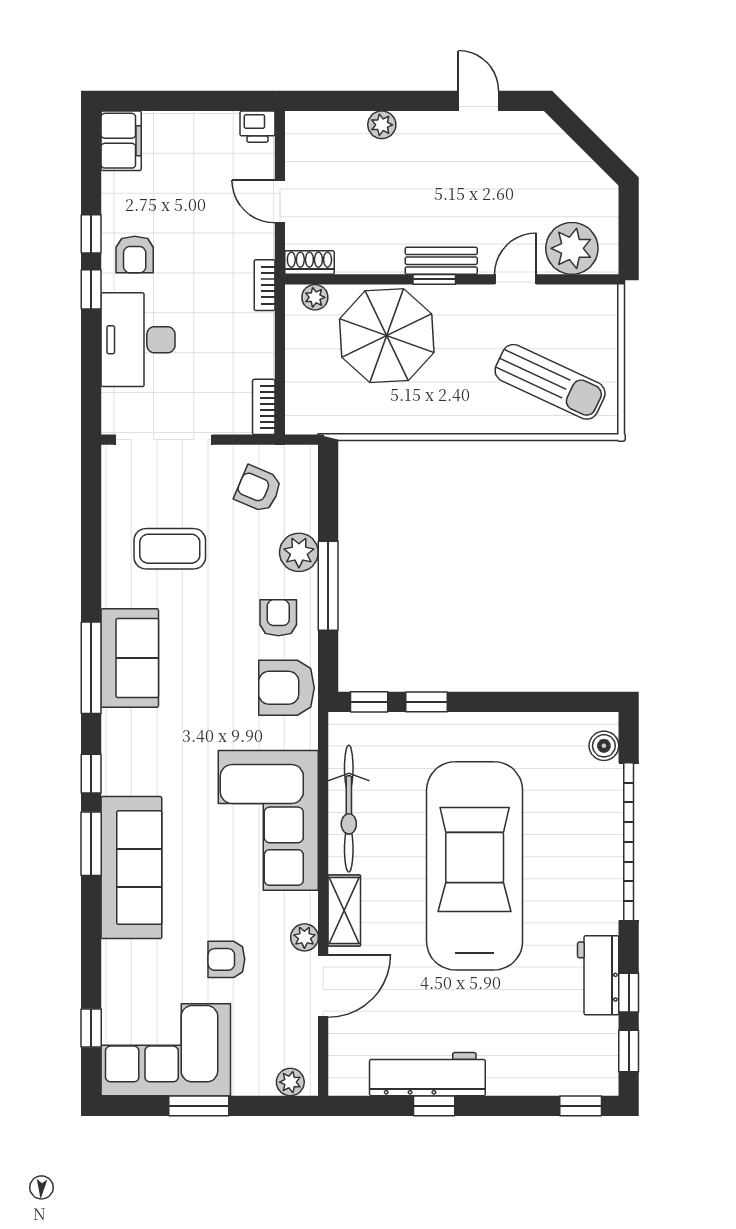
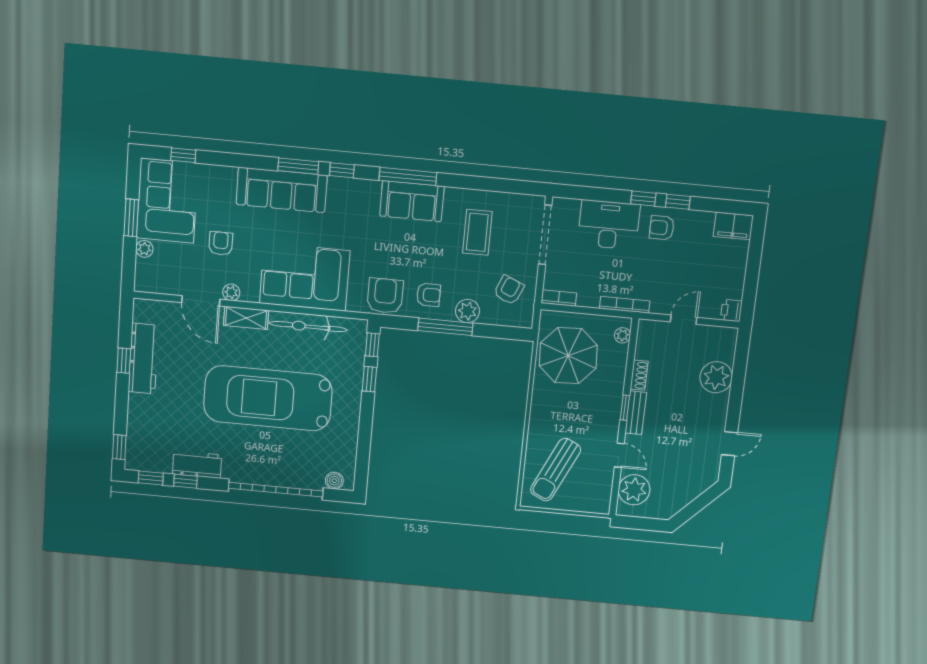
plant: (382, 125) -> (716, 377), width x1.88, depth x1.88
shoe rack: (309, 262) -> (639, 375), moved
bookcase: (265, 285) -> (625, 305), width x1.56
parasol: (387, 336) -> (568, 356), moved
car: (475, 866) -> (268, 398), turned 180
plant: (290, 1082) -> (144, 249), moved

